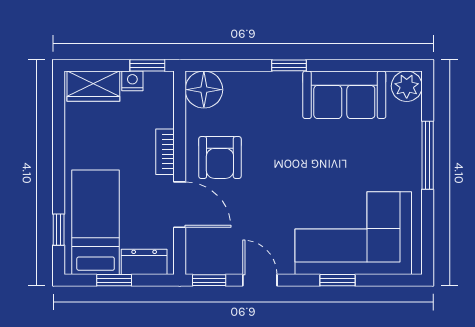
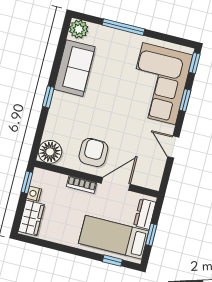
armchair: (220, 158) -> (93, 152), turned -90
window: (209, 280) -> (194, 63), moved
door: (260, 280) -> (173, 147), hinge flipped

